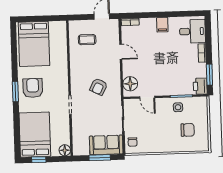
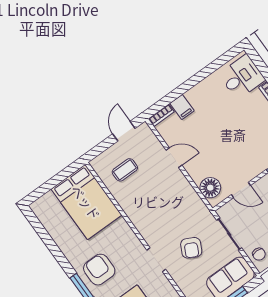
filing cabinet: (162, 25) -> (182, 107), moved
bed: (34, 44) -> (86, 202), moved
armchair: (99, 87) -> (191, 248), moved

